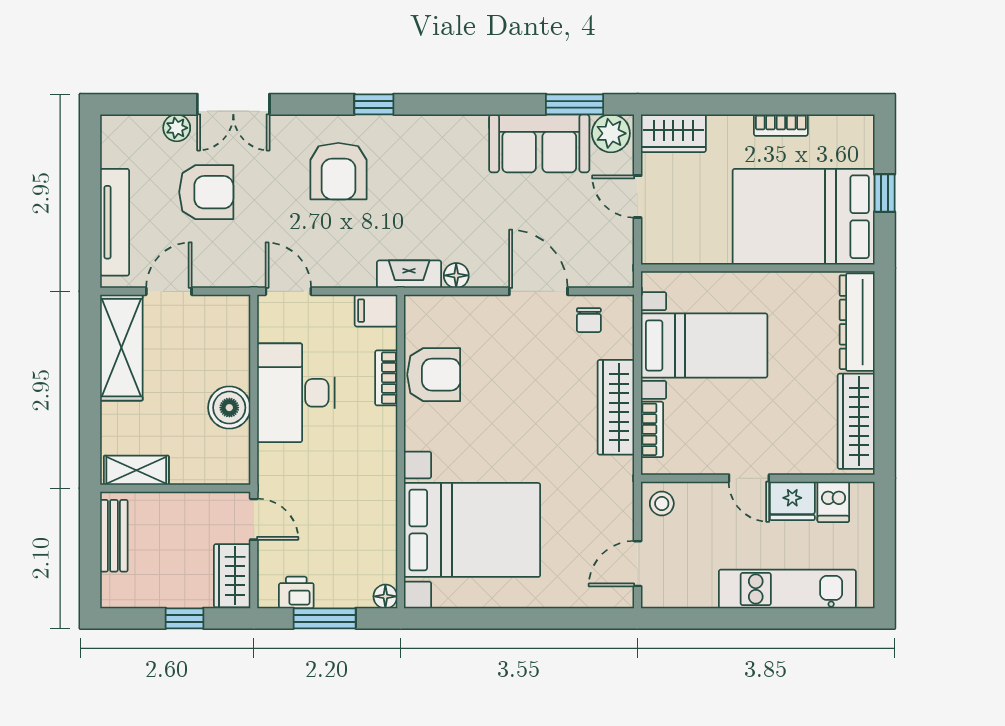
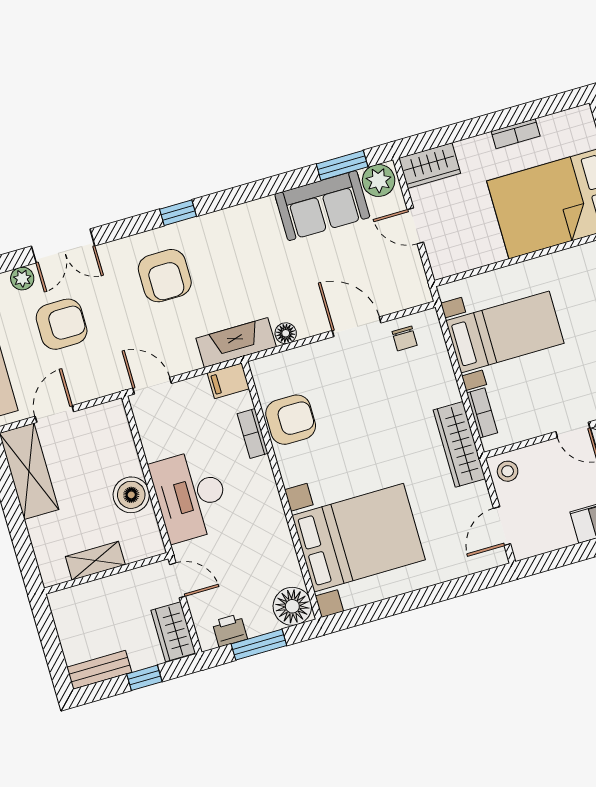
fireplace: (409, 274) -> (236, 343), width x1.37, depth x1.32
desk: (296, 393) -> (190, 496), moved
wardrobe: (616, 407) -> (459, 444), moved
shelving: (136, 470) -> (95, 561), moved
bench: (114, 536) -> (99, 670), moved, turned 90
floor lamp: (385, 596) -> (292, 606), width x1.89, depth x1.89

